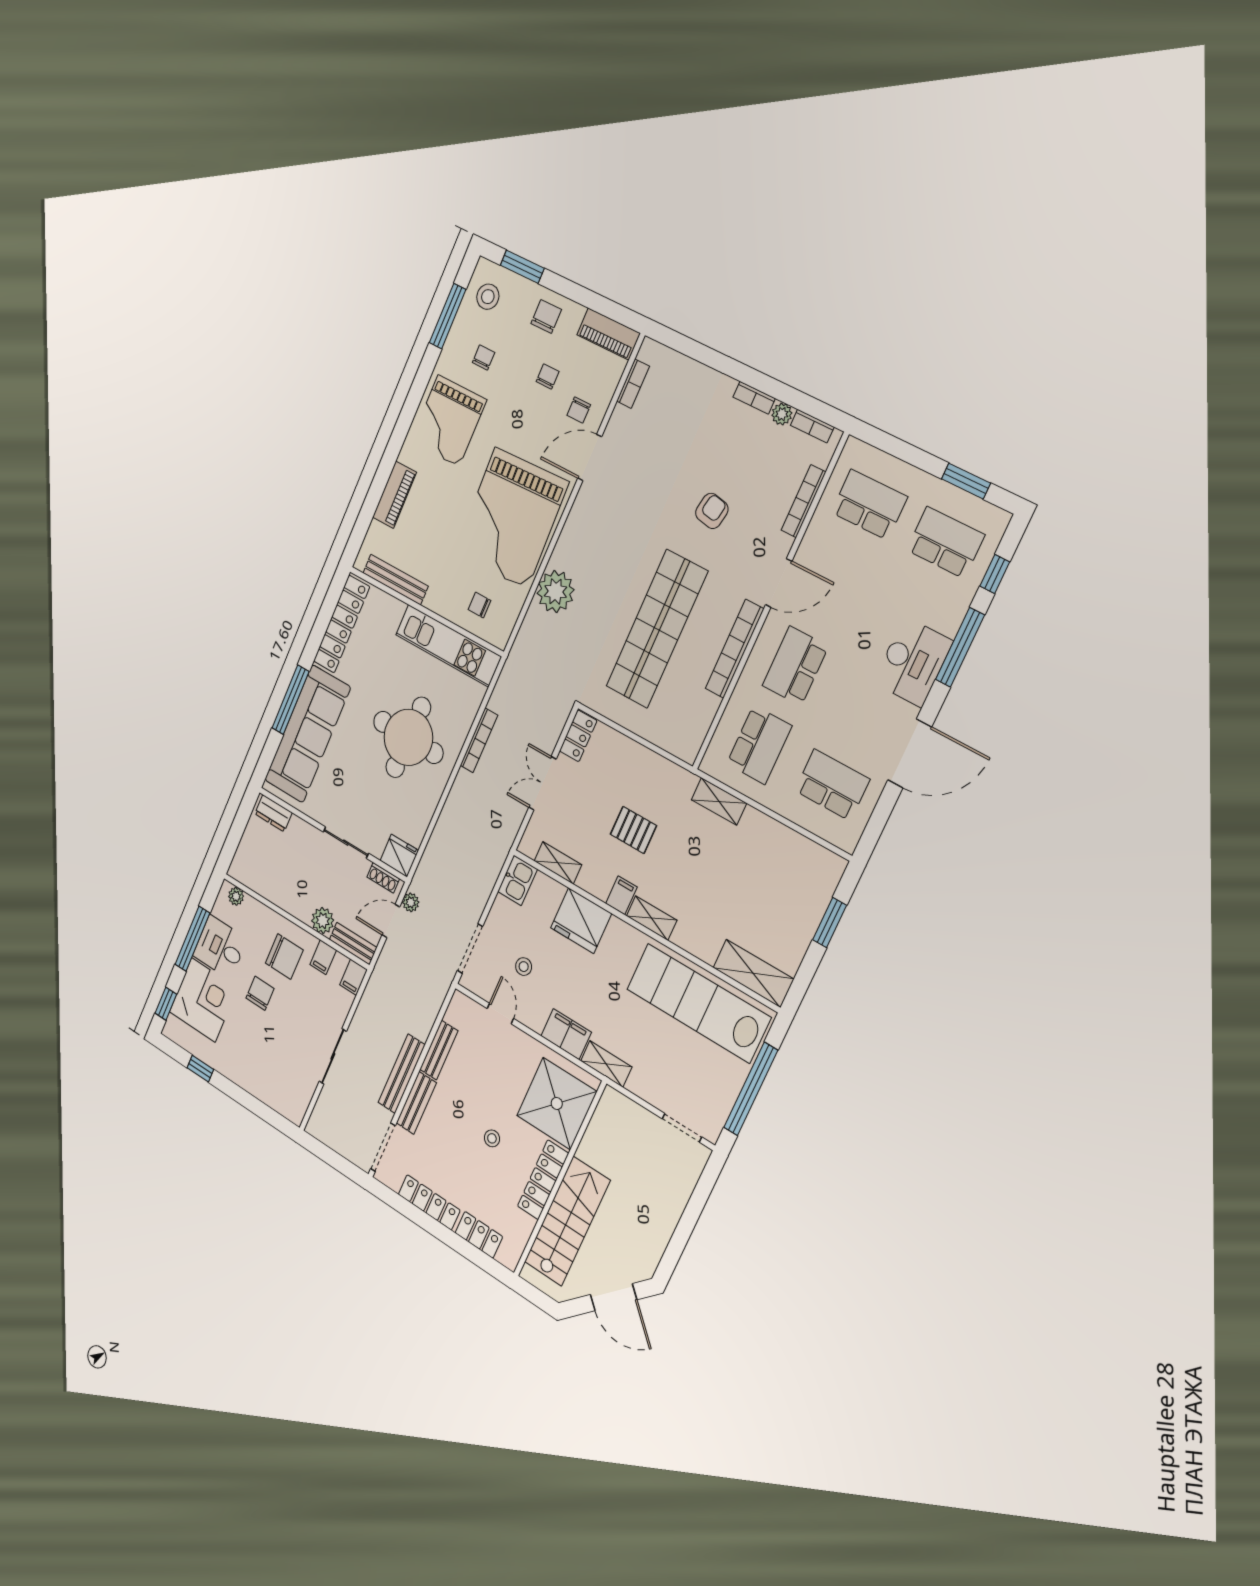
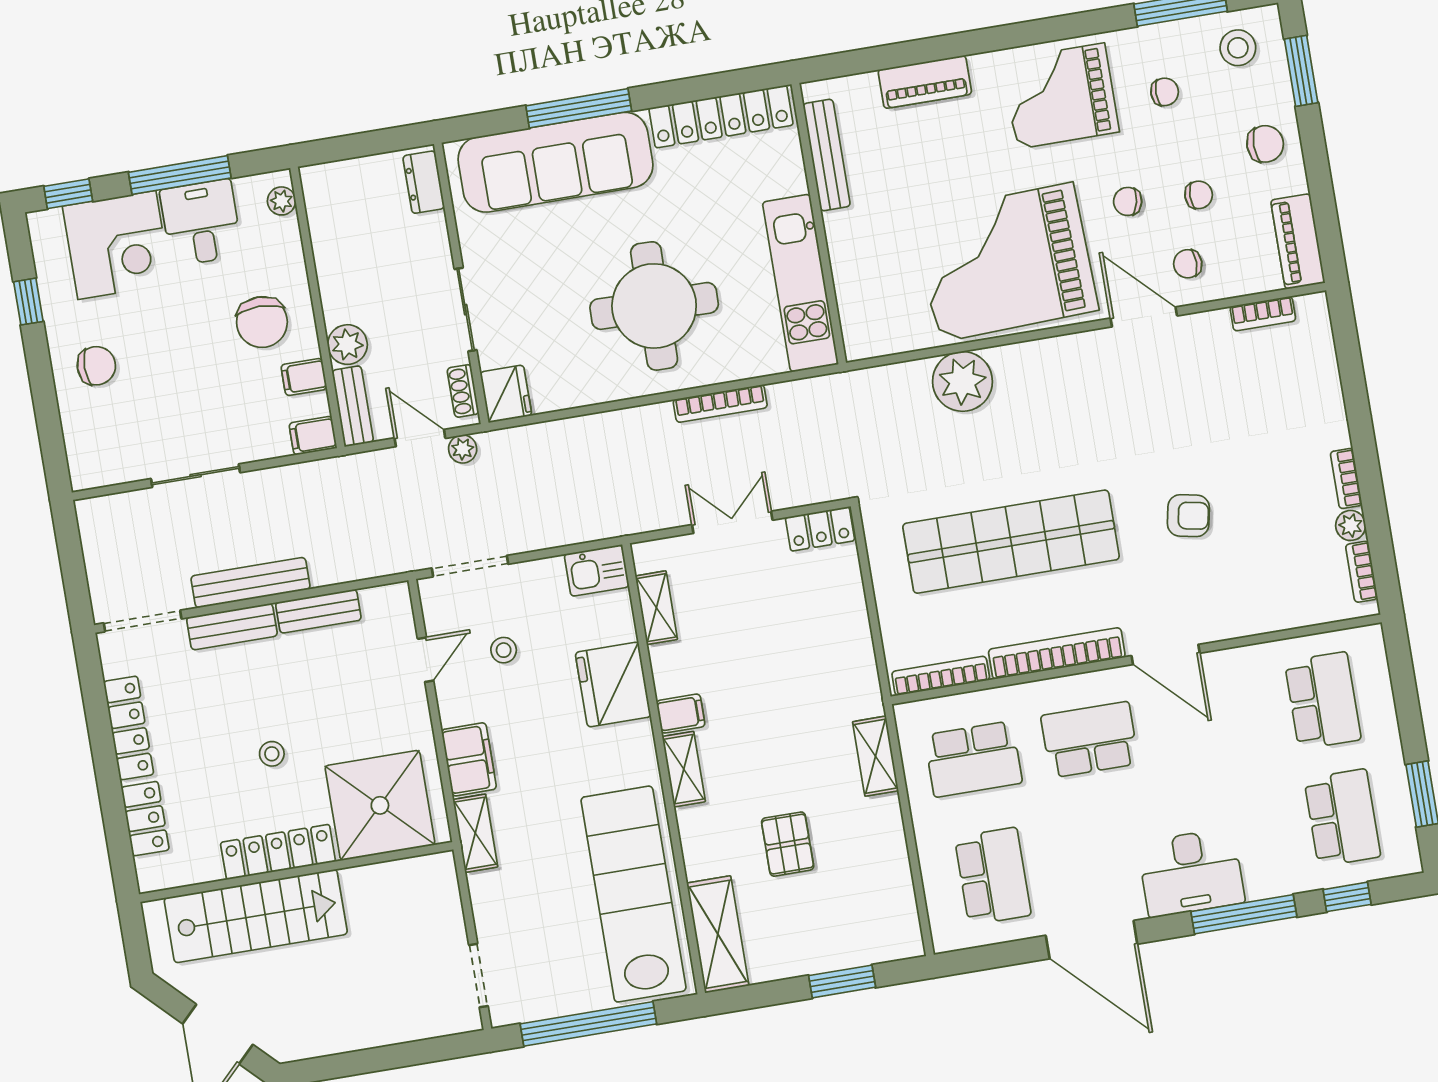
bookcase: (804, 501) -> (941, 676), moved
chair: (479, 605) -> (1128, 201), moved, turned -78
pallet: (633, 830) -> (788, 844), moved
chair: (260, 993) -> (96, 366), moved

